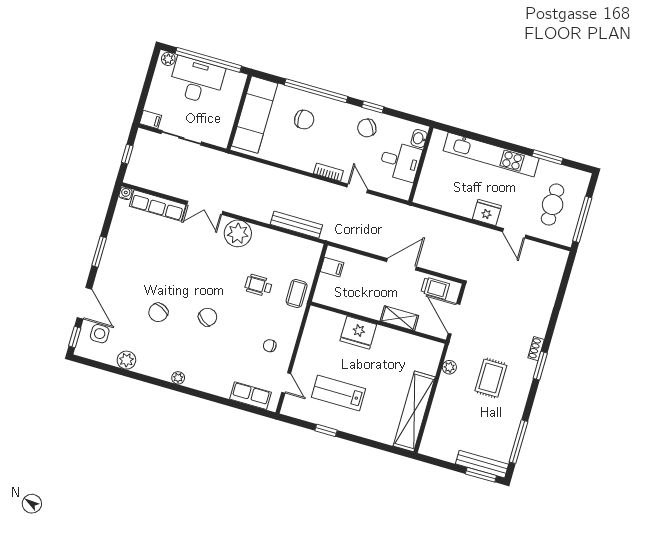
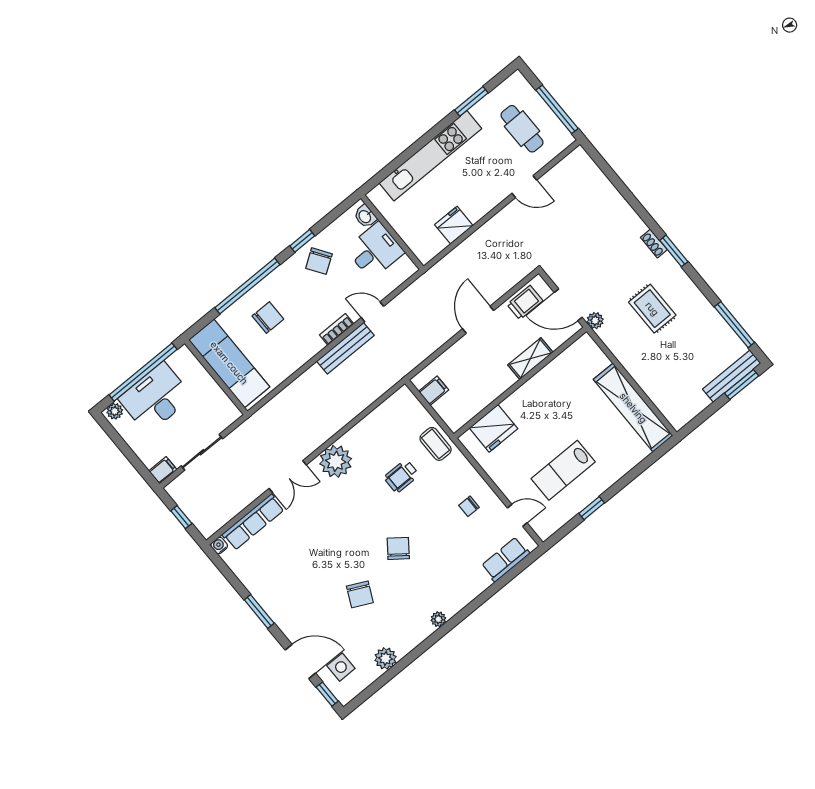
fridge: (487, 212) -> (454, 225), moved
bench: (296, 225) -> (345, 348), moved
fridge: (358, 333) -> (494, 428), moved
plant: (449, 367) -> (595, 321), moved

